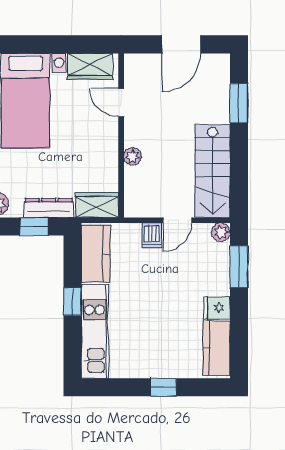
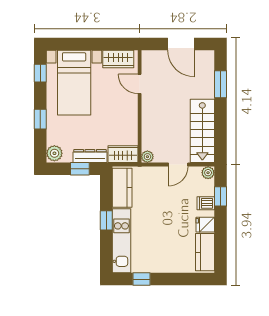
door: (181, 44) -> (181, 44), hinge flipped
plant: (133, 156) -> (147, 157), moved
dishwasher: (152, 235) -> (206, 203), moved, turned 90
window: (239, 267) -> (220, 196), width x0.67
window: (164, 387) -> (142, 279), moved

